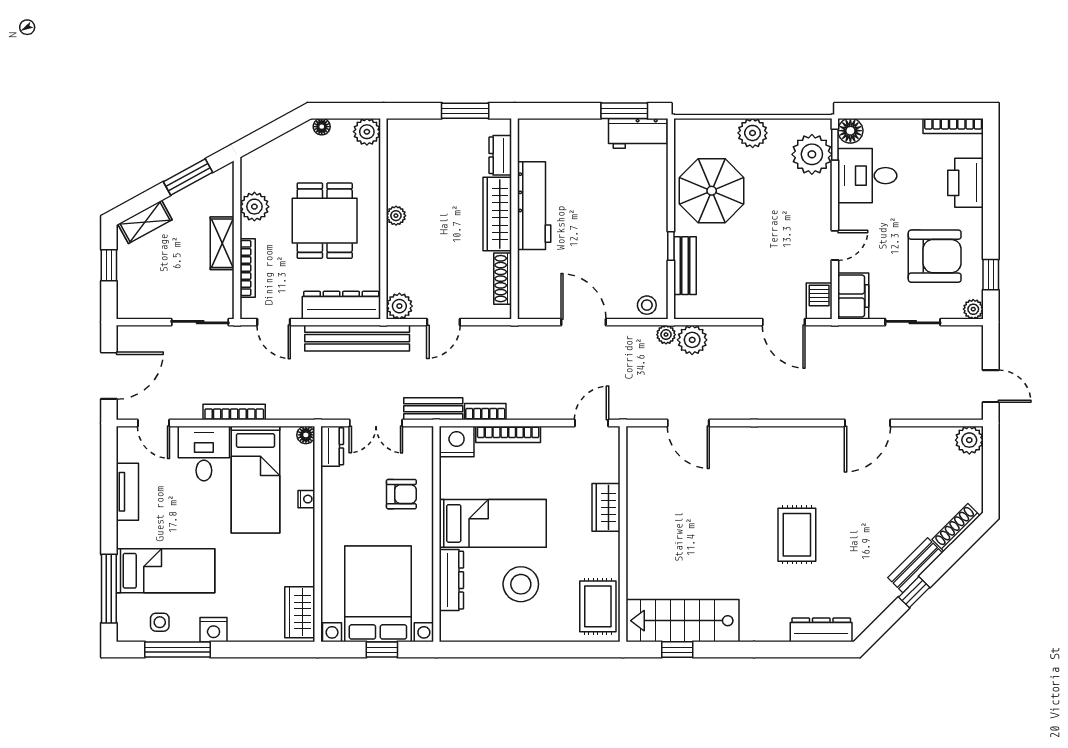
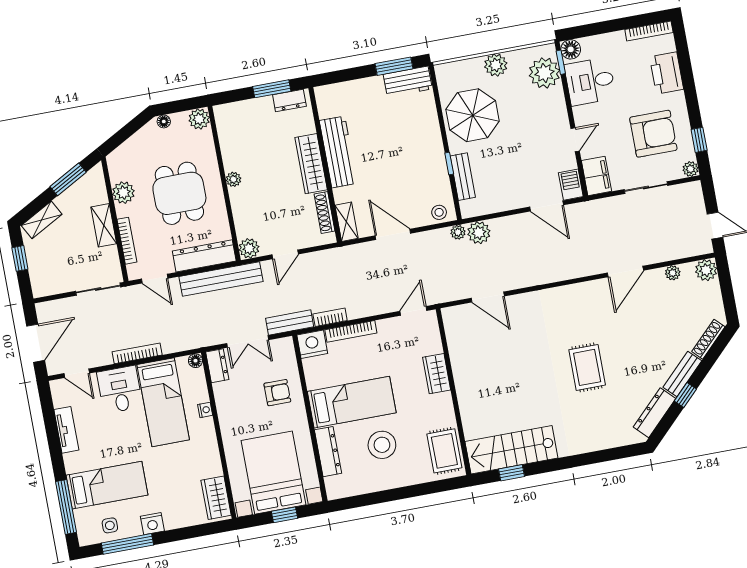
dresser: (500, 155) -> (289, 100), moved, turned -90
shelving: (528, 295) -> (347, 222), added
plant: (927, 436) -> (673, 273), added
dresser: (821, 630) -> (655, 413), moved, turned -45

